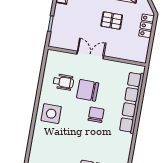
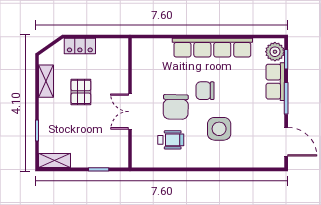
wheelchair: (63, 82) -> (171, 140), turned 90
row of seats: (132, 102) -> (212, 48), moved
side table: (51, 114) -> (219, 129), moved

